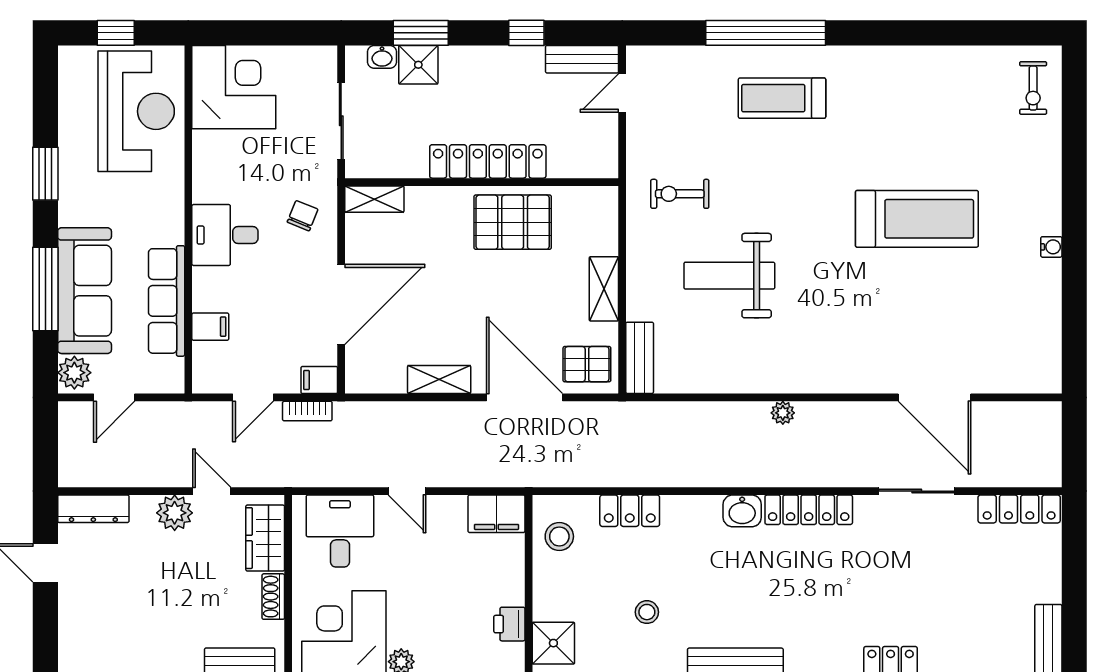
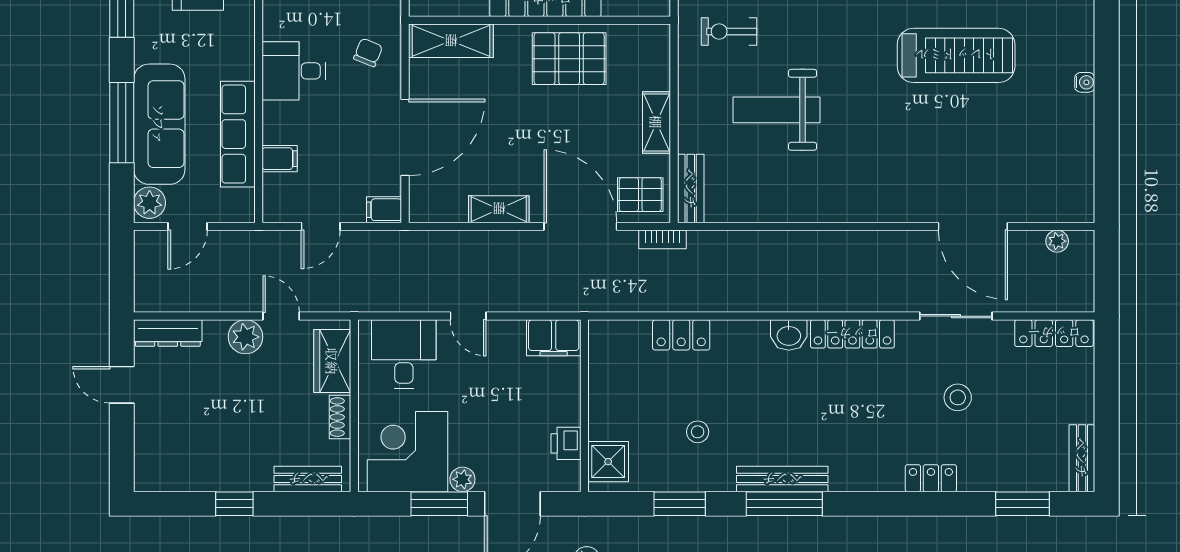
shelving: (374, 199) -> (451, 41), width x1.50, depth x1.33
bookcase: (307, 411) -> (662, 239), moved
plant: (783, 413) -> (1057, 241), moved
stool: (559, 536) -> (958, 397), moved

